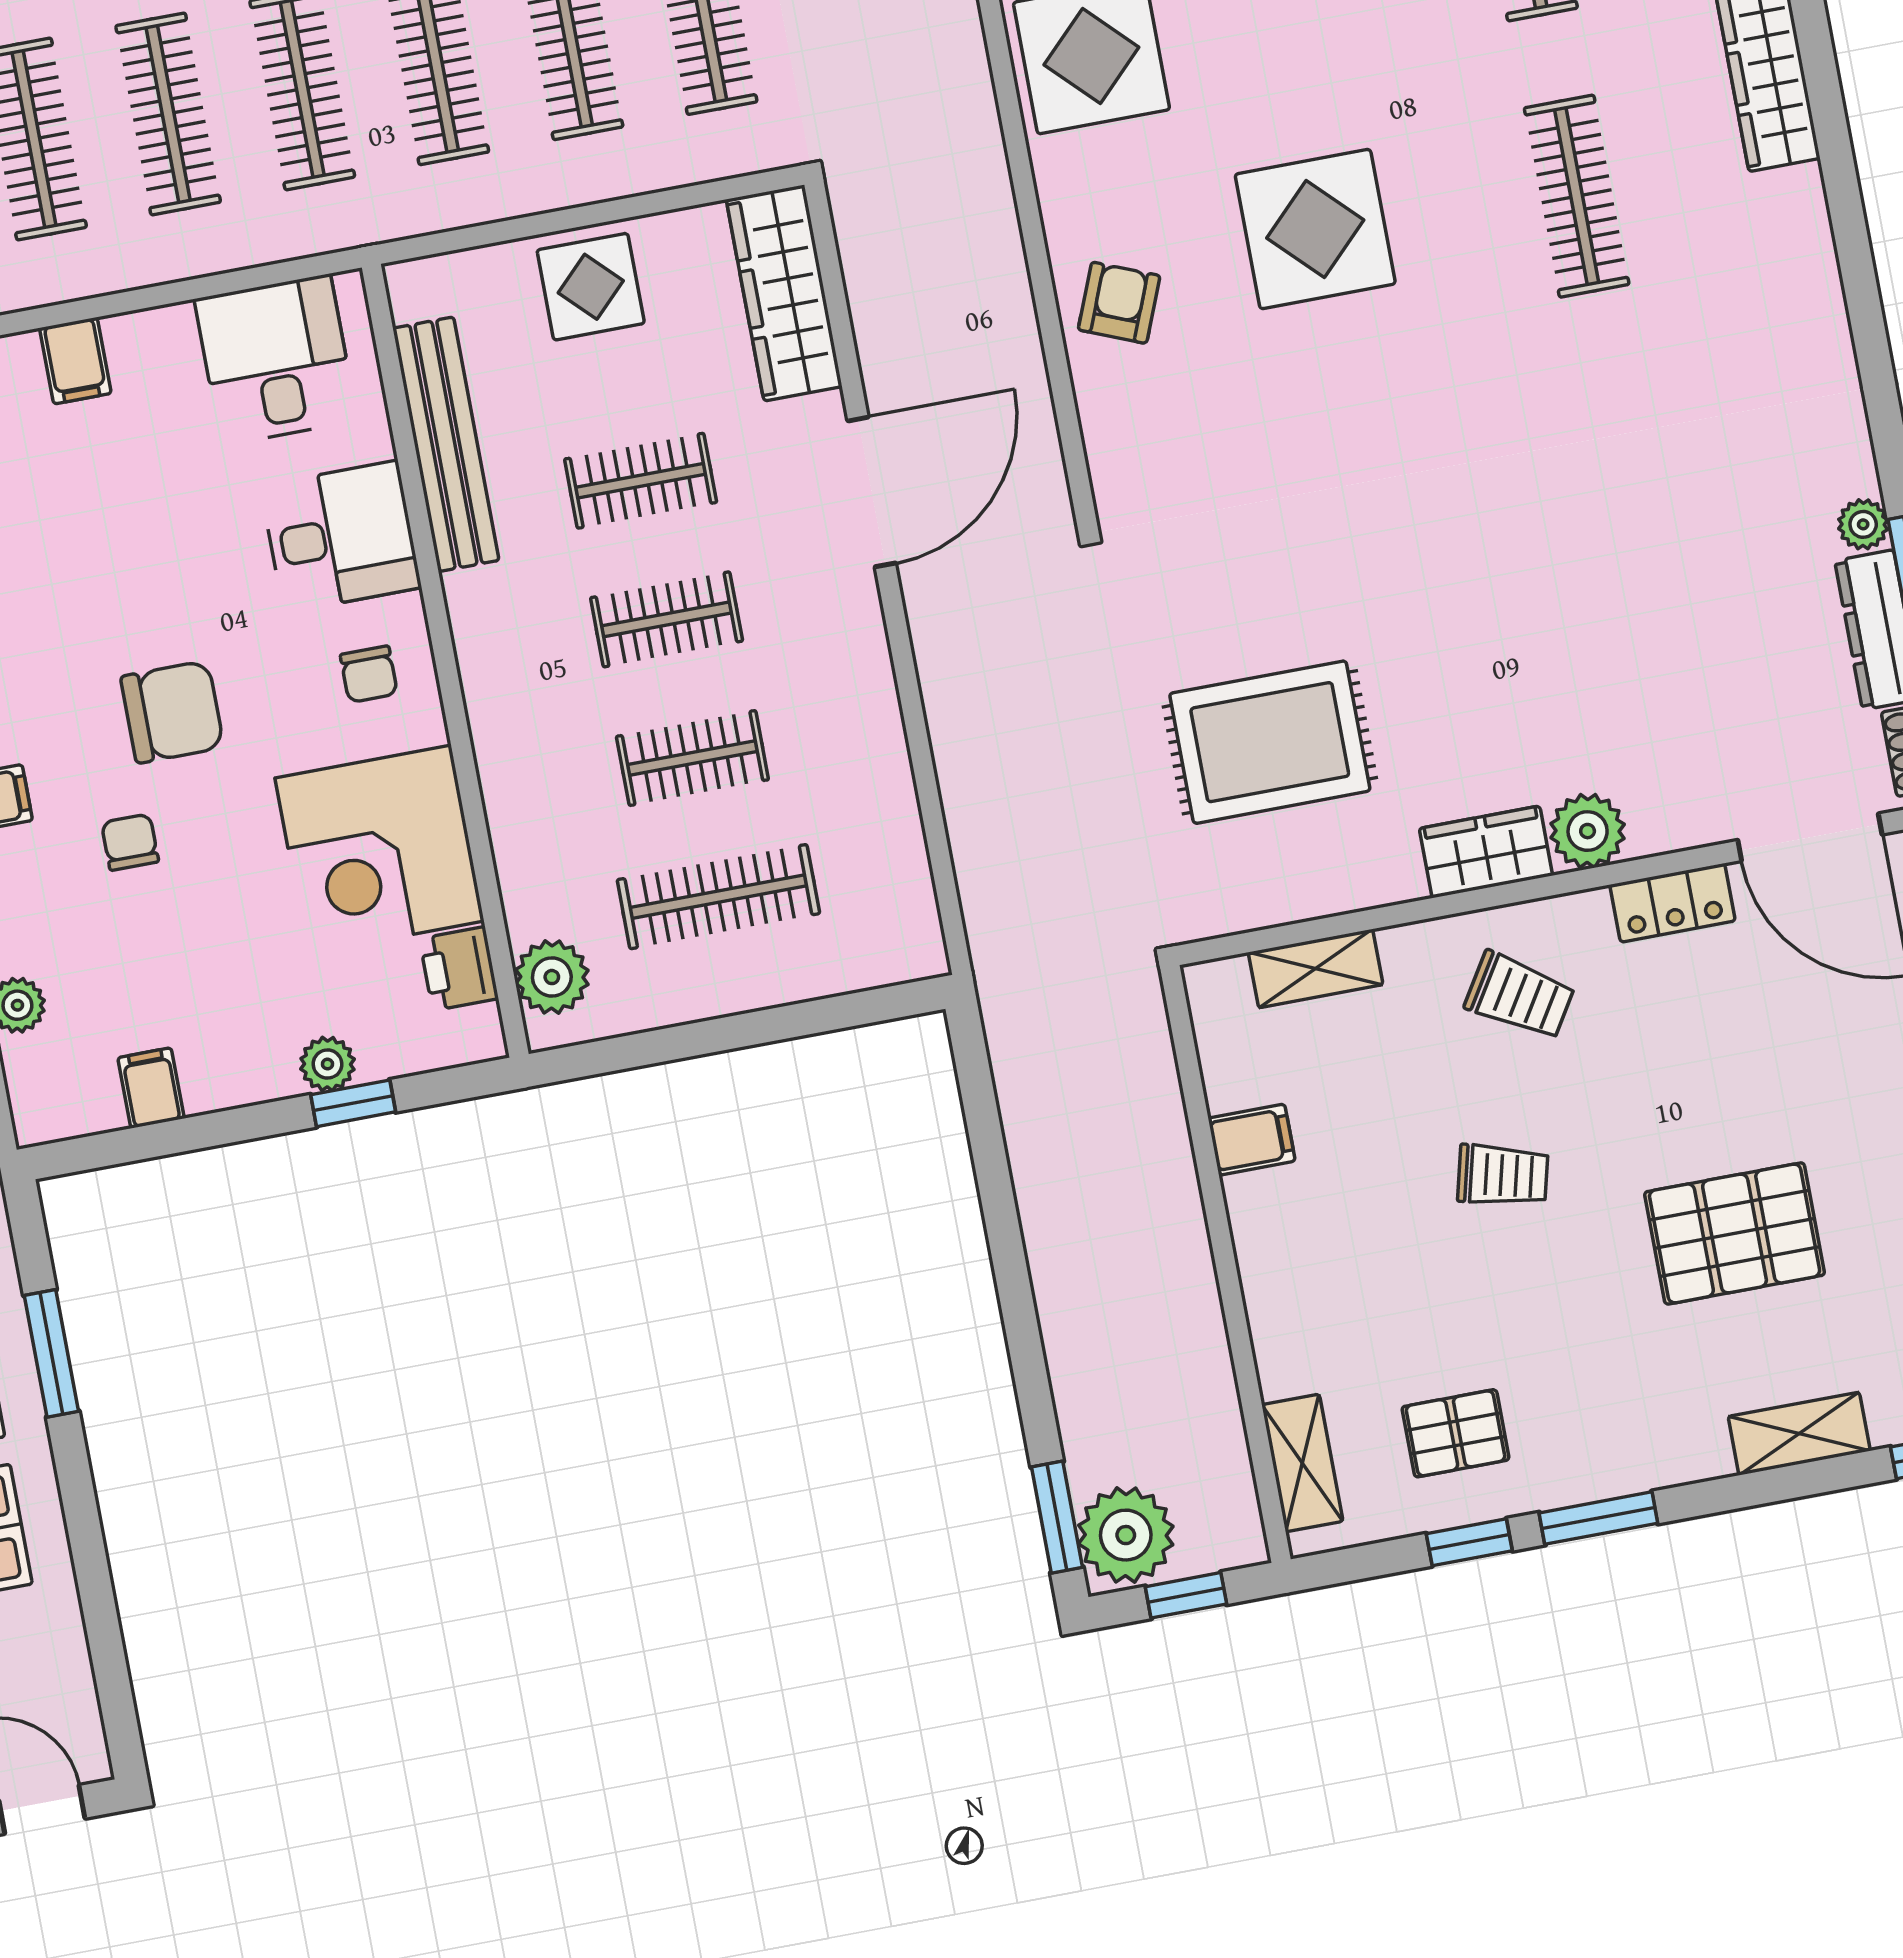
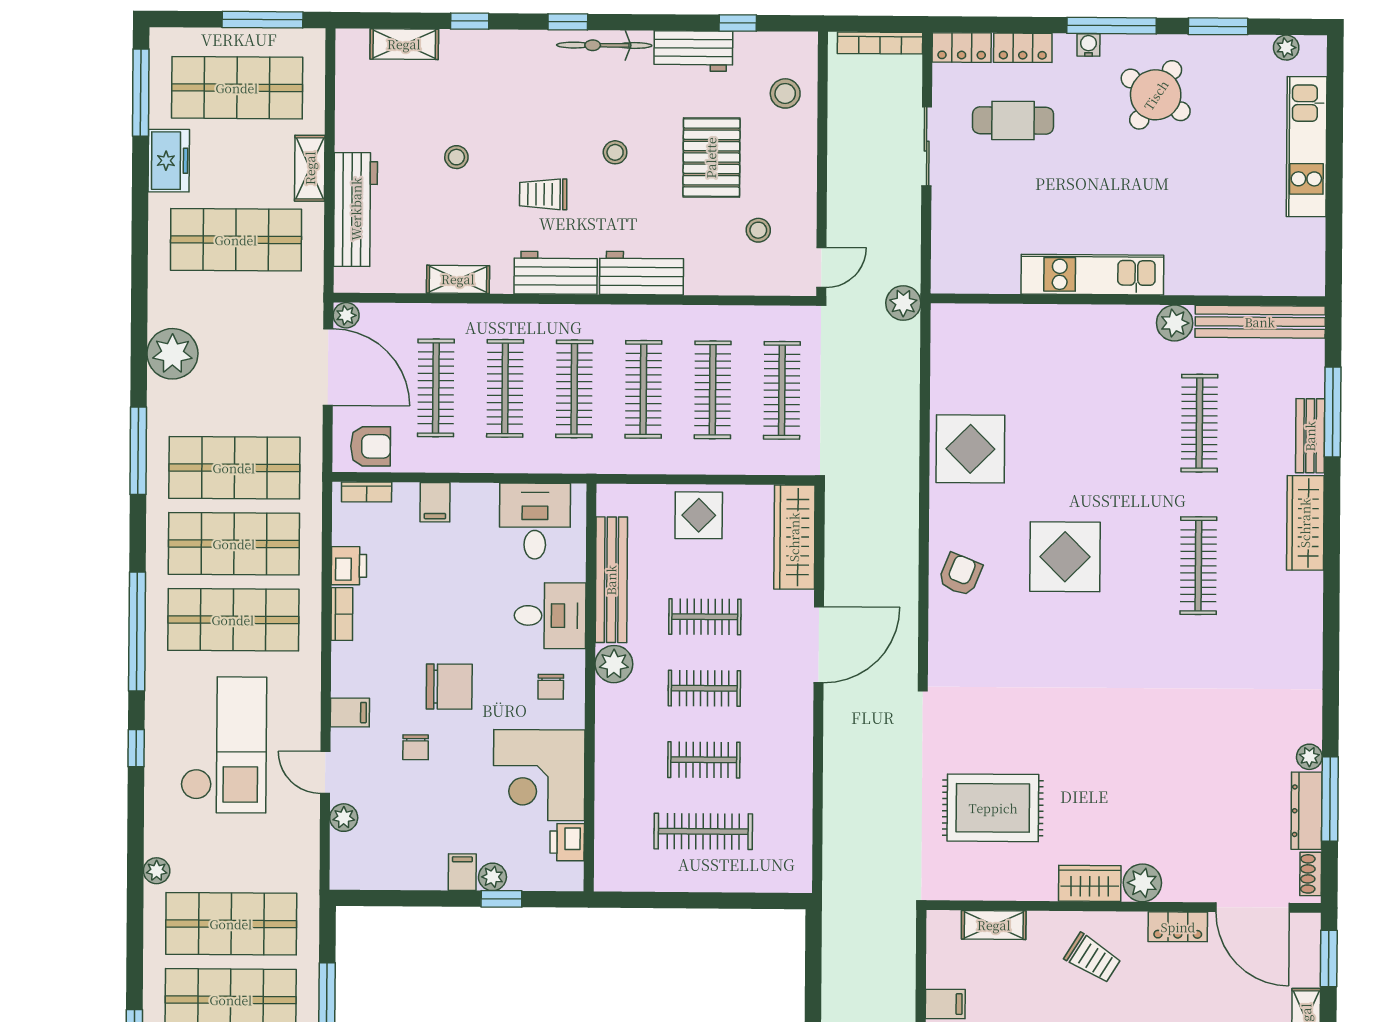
chair: (130, 842) -> (416, 747), turned 180
plant: (552, 977) -> (614, 664), moved
filing cabinet: (151, 1088) -> (462, 872), moved

